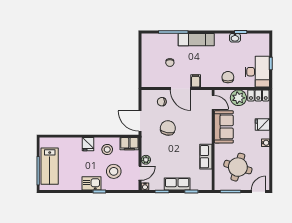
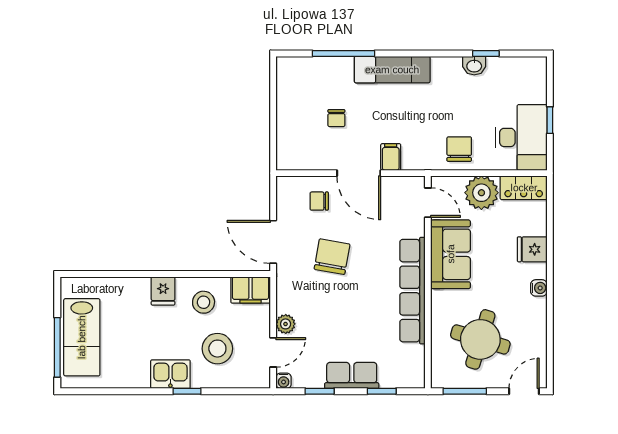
row of seats: (206, 157) -> (412, 291), width x2.02

